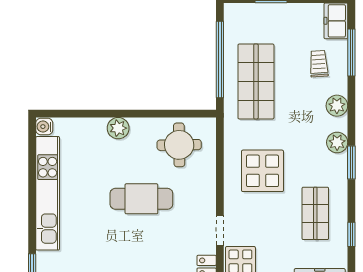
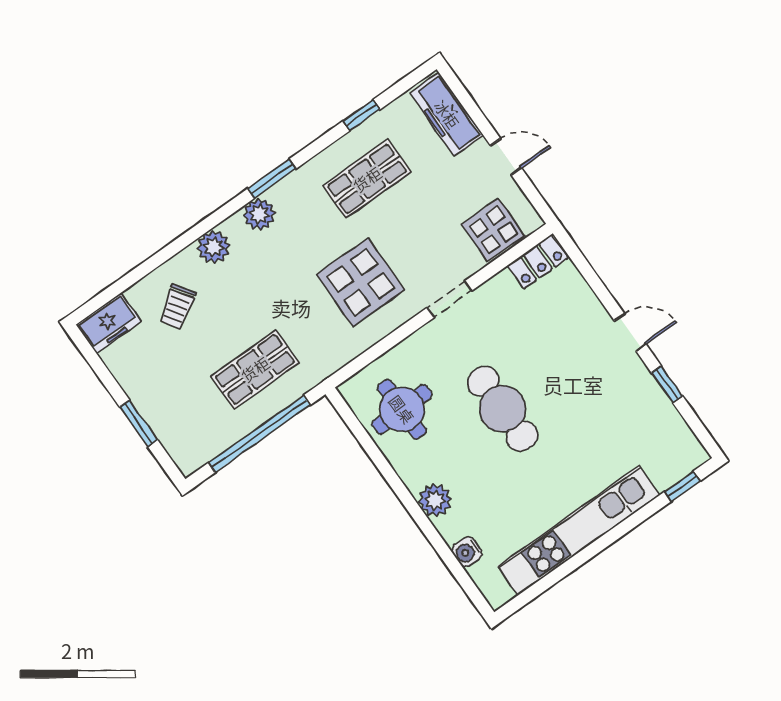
window: (351, 52) -> (134, 276), removed
trolley: (319, 64) -> (177, 307), turned -30
shop shelf: (256, 81) -> (255, 369), width x0.70, depth x0.74
water cooler: (44, 127) -> (467, 552), moved, turned 90
doorway: (220, 230) -> (449, 299), moved

